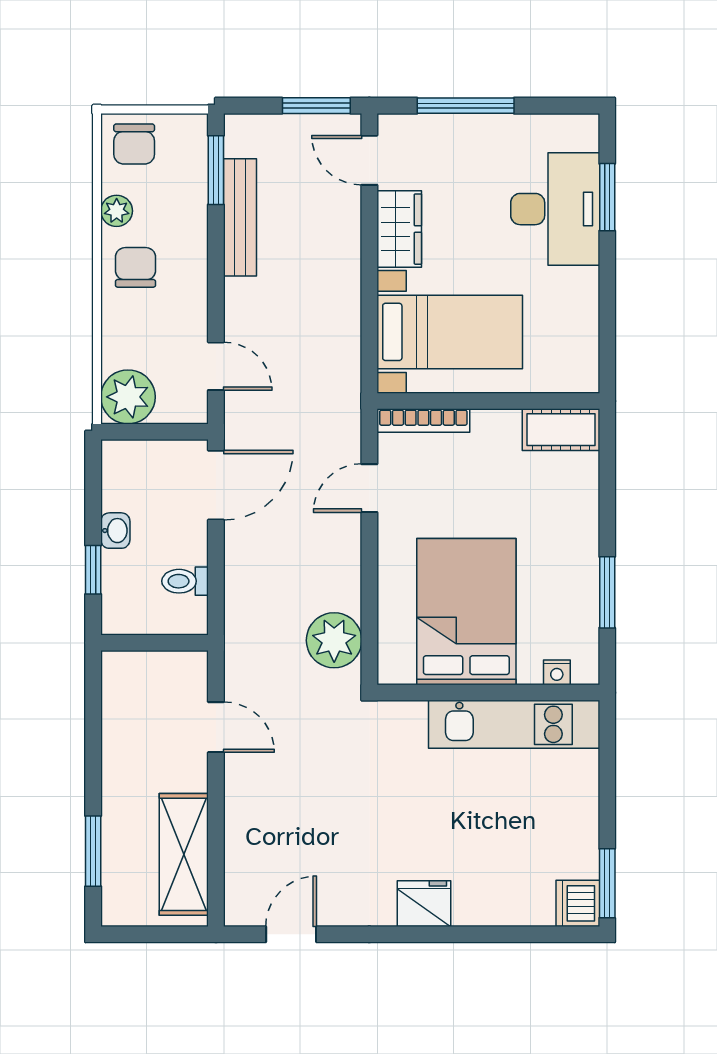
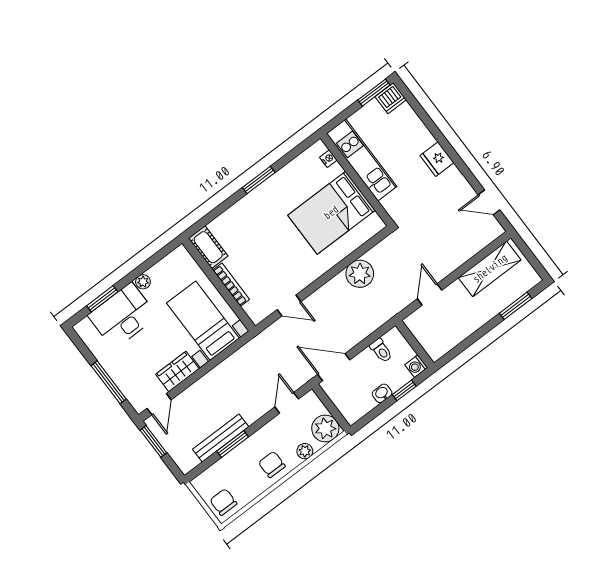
chair: (134, 144) -> (223, 502), turned -90
window: (216, 170) -> (233, 444), moved
plant: (117, 211) -> (305, 451), moved
chair: (135, 267) -> (272, 464), turned 90
plant: (585, 283) -> (143, 282), added
bookcase: (423, 421) -> (231, 285), moved
bed: (466, 612) -> (331, 213), moved
washing machine: (117, 618) -> (416, 366), added
nightstand: (557, 672) -> (328, 159), moved
wall: (488, 693) -> (357, 180), moved
kitchen unit: (514, 724) -> (362, 160), moved

